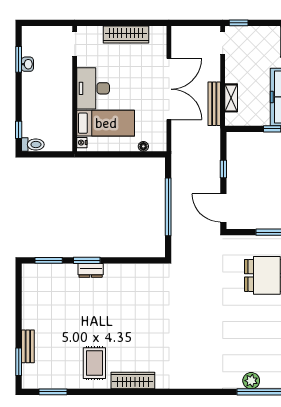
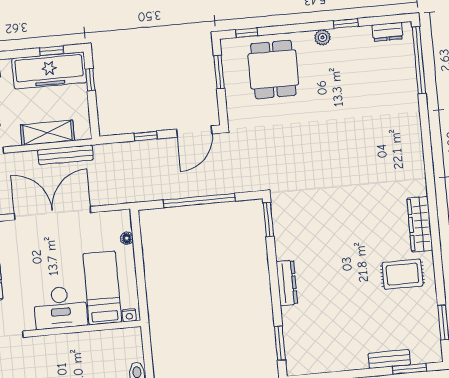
shelving: (231, 98) -> (47, 133), width x1.50, depth x1.33
window: (87, 260) -> (268, 220), moved
dresser: (91, 270) -> (287, 283), width x1.44
plant: (251, 381) -> (406, 77), removed

